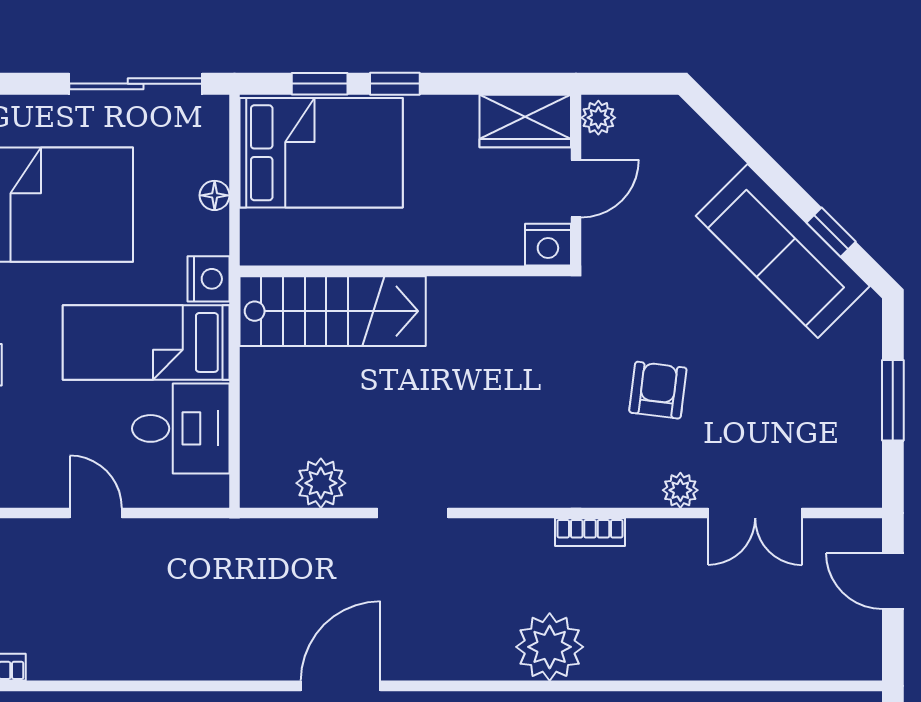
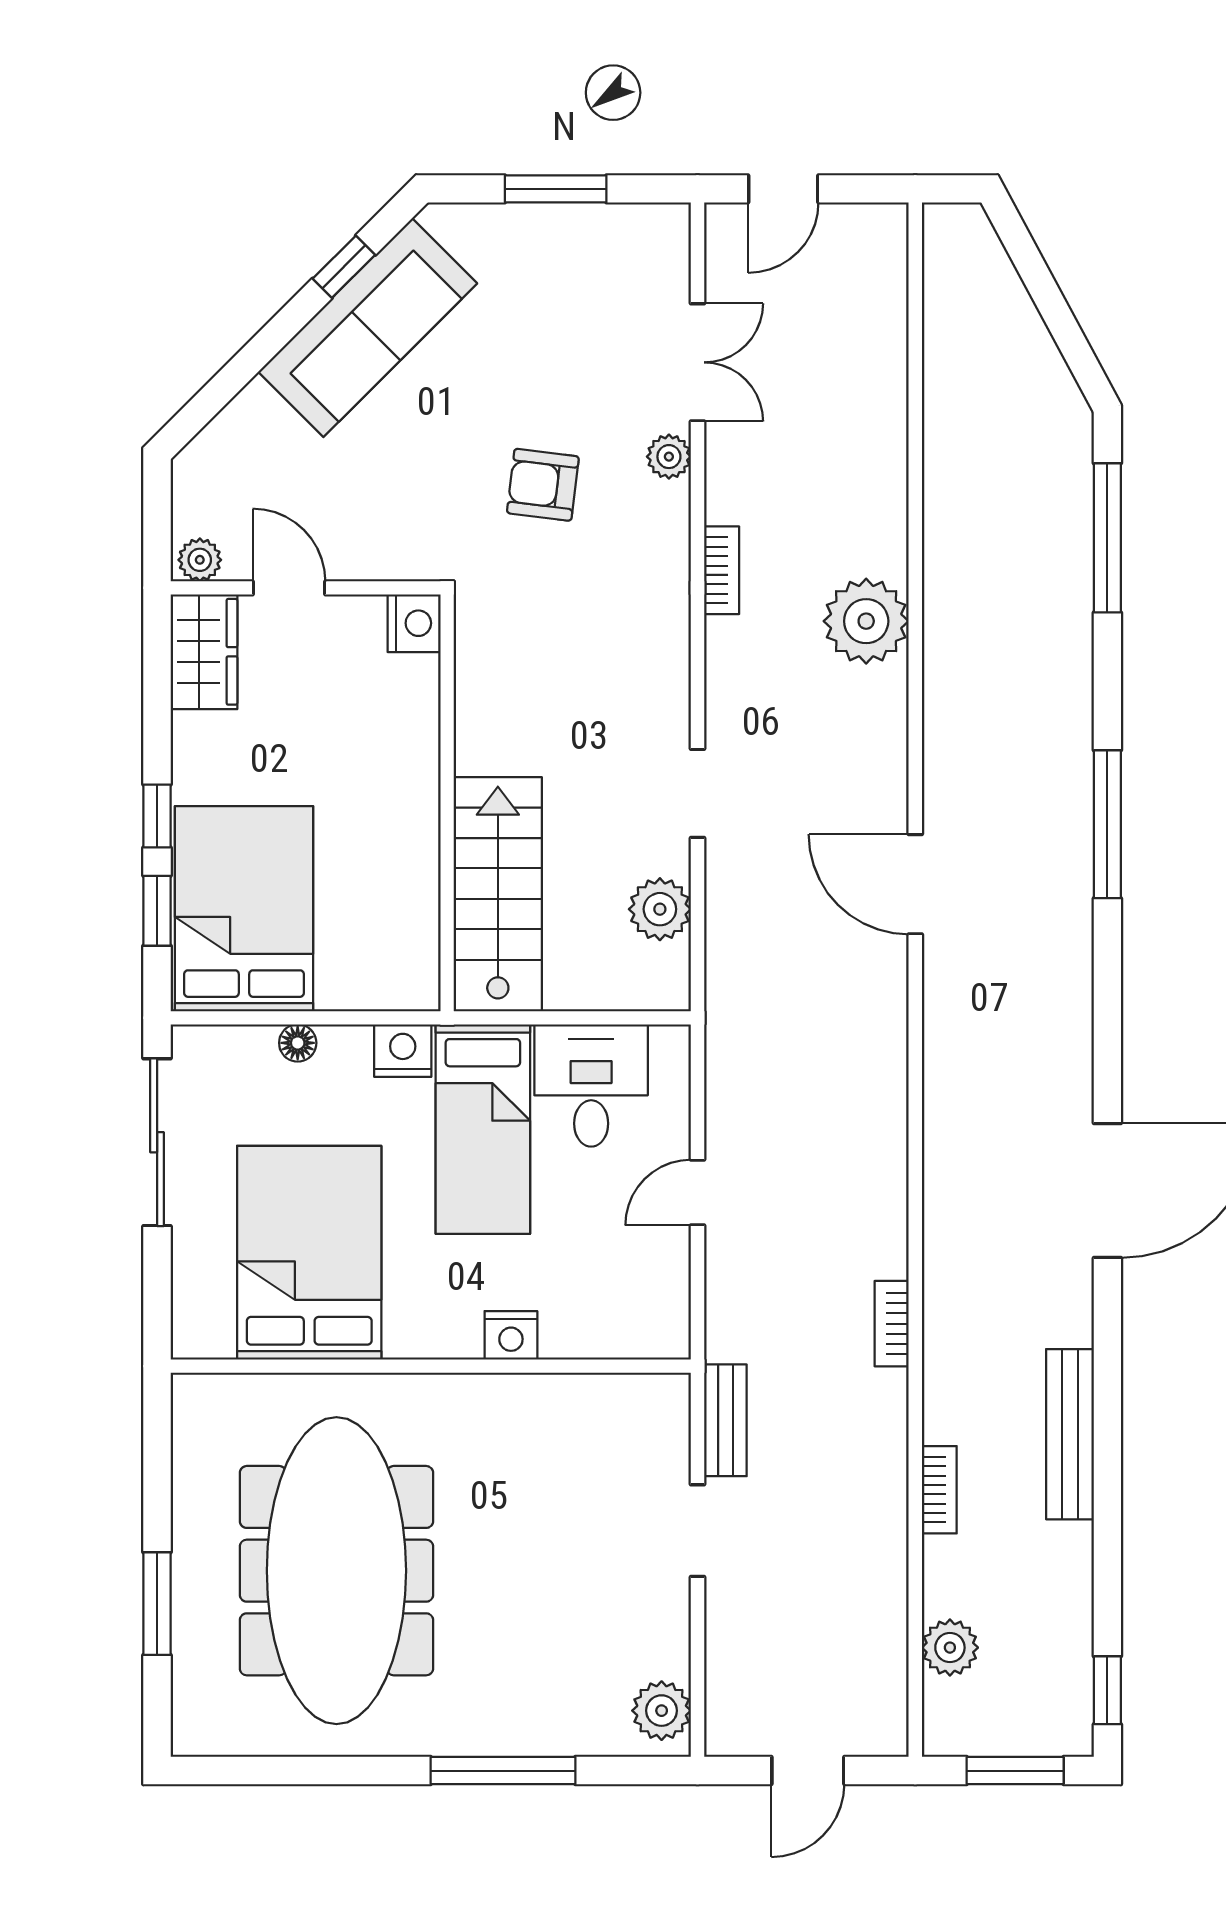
nightstand: (548, 245) -> (414, 623), moved
wall: (405, 271) -> (447, 803), moved
stairs: (333, 311) -> (498, 894), moved

